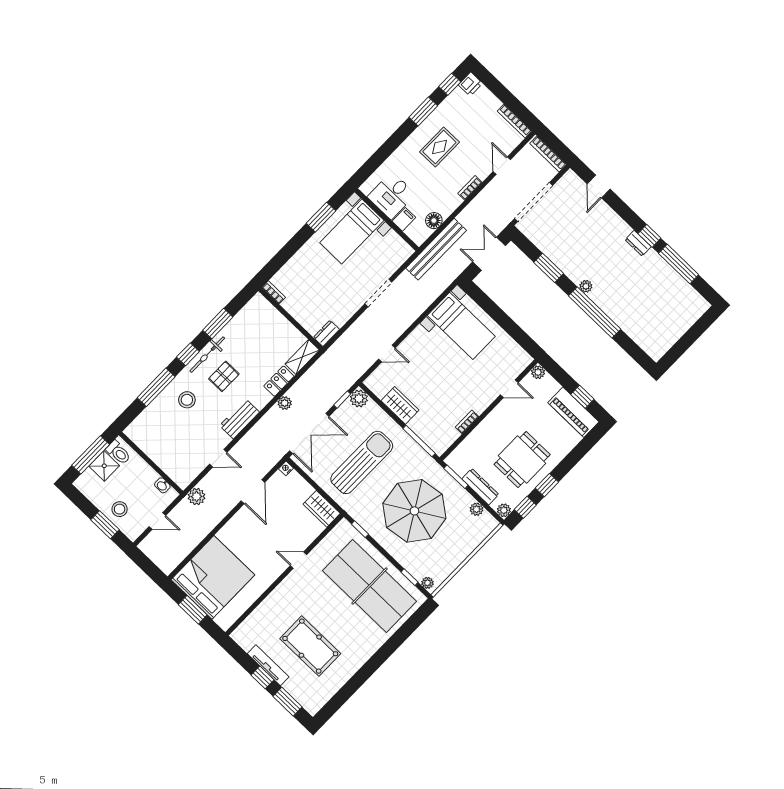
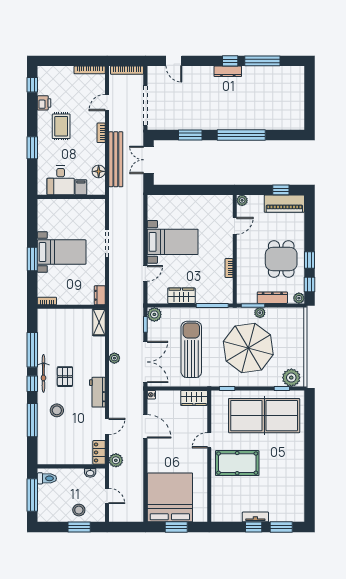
printer: (470, 84) -> (44, 103), moved
window: (423, 112) -> (32, 148), moved
door: (502, 166) -> (107, 103), hinge flipped
window: (321, 217) -> (32, 259), moved
bed with nightstands: (352, 232) -> (62, 252), moved, turned -90
dresser: (638, 243) -> (228, 71), width x1.44
bench: (436, 249) -> (116, 159), moved
plant: (586, 286) -> (222, 125), removed
window: (218, 324) -> (32, 350), width x1.44
bed with nightstands: (461, 326) -> (173, 242), moved
locker: (279, 381) -> (99, 452), moved
shower: (104, 466) -> (46, 494), removed
plant: (477, 509) -> (260, 313), moved
door: (157, 521) -> (107, 496), hinge flipped
plant: (428, 583) -> (291, 378), width x1.88, depth x1.88
pool table: (310, 646) -> (237, 463), moved
tv unit: (268, 665) -> (255, 517), width x0.71

